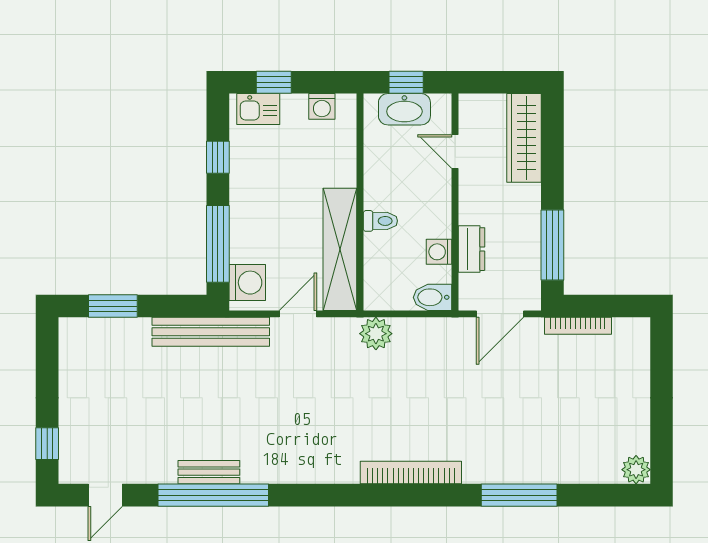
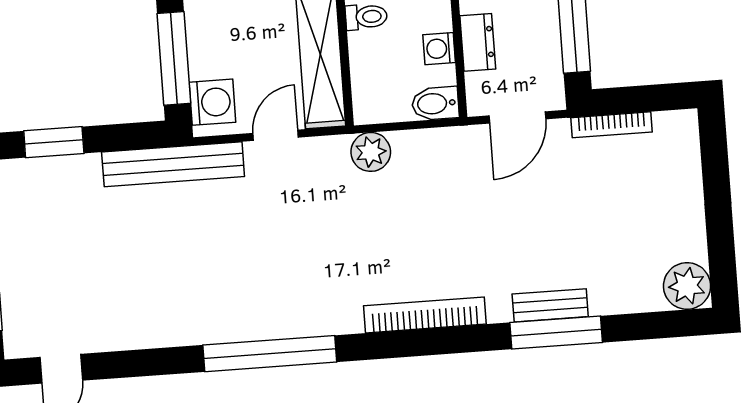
plant: (636, 470) -> (687, 286), width x1.36, depth x1.36
bench: (209, 472) -> (550, 305), moved
window: (213, 495) -> (270, 354), moved

